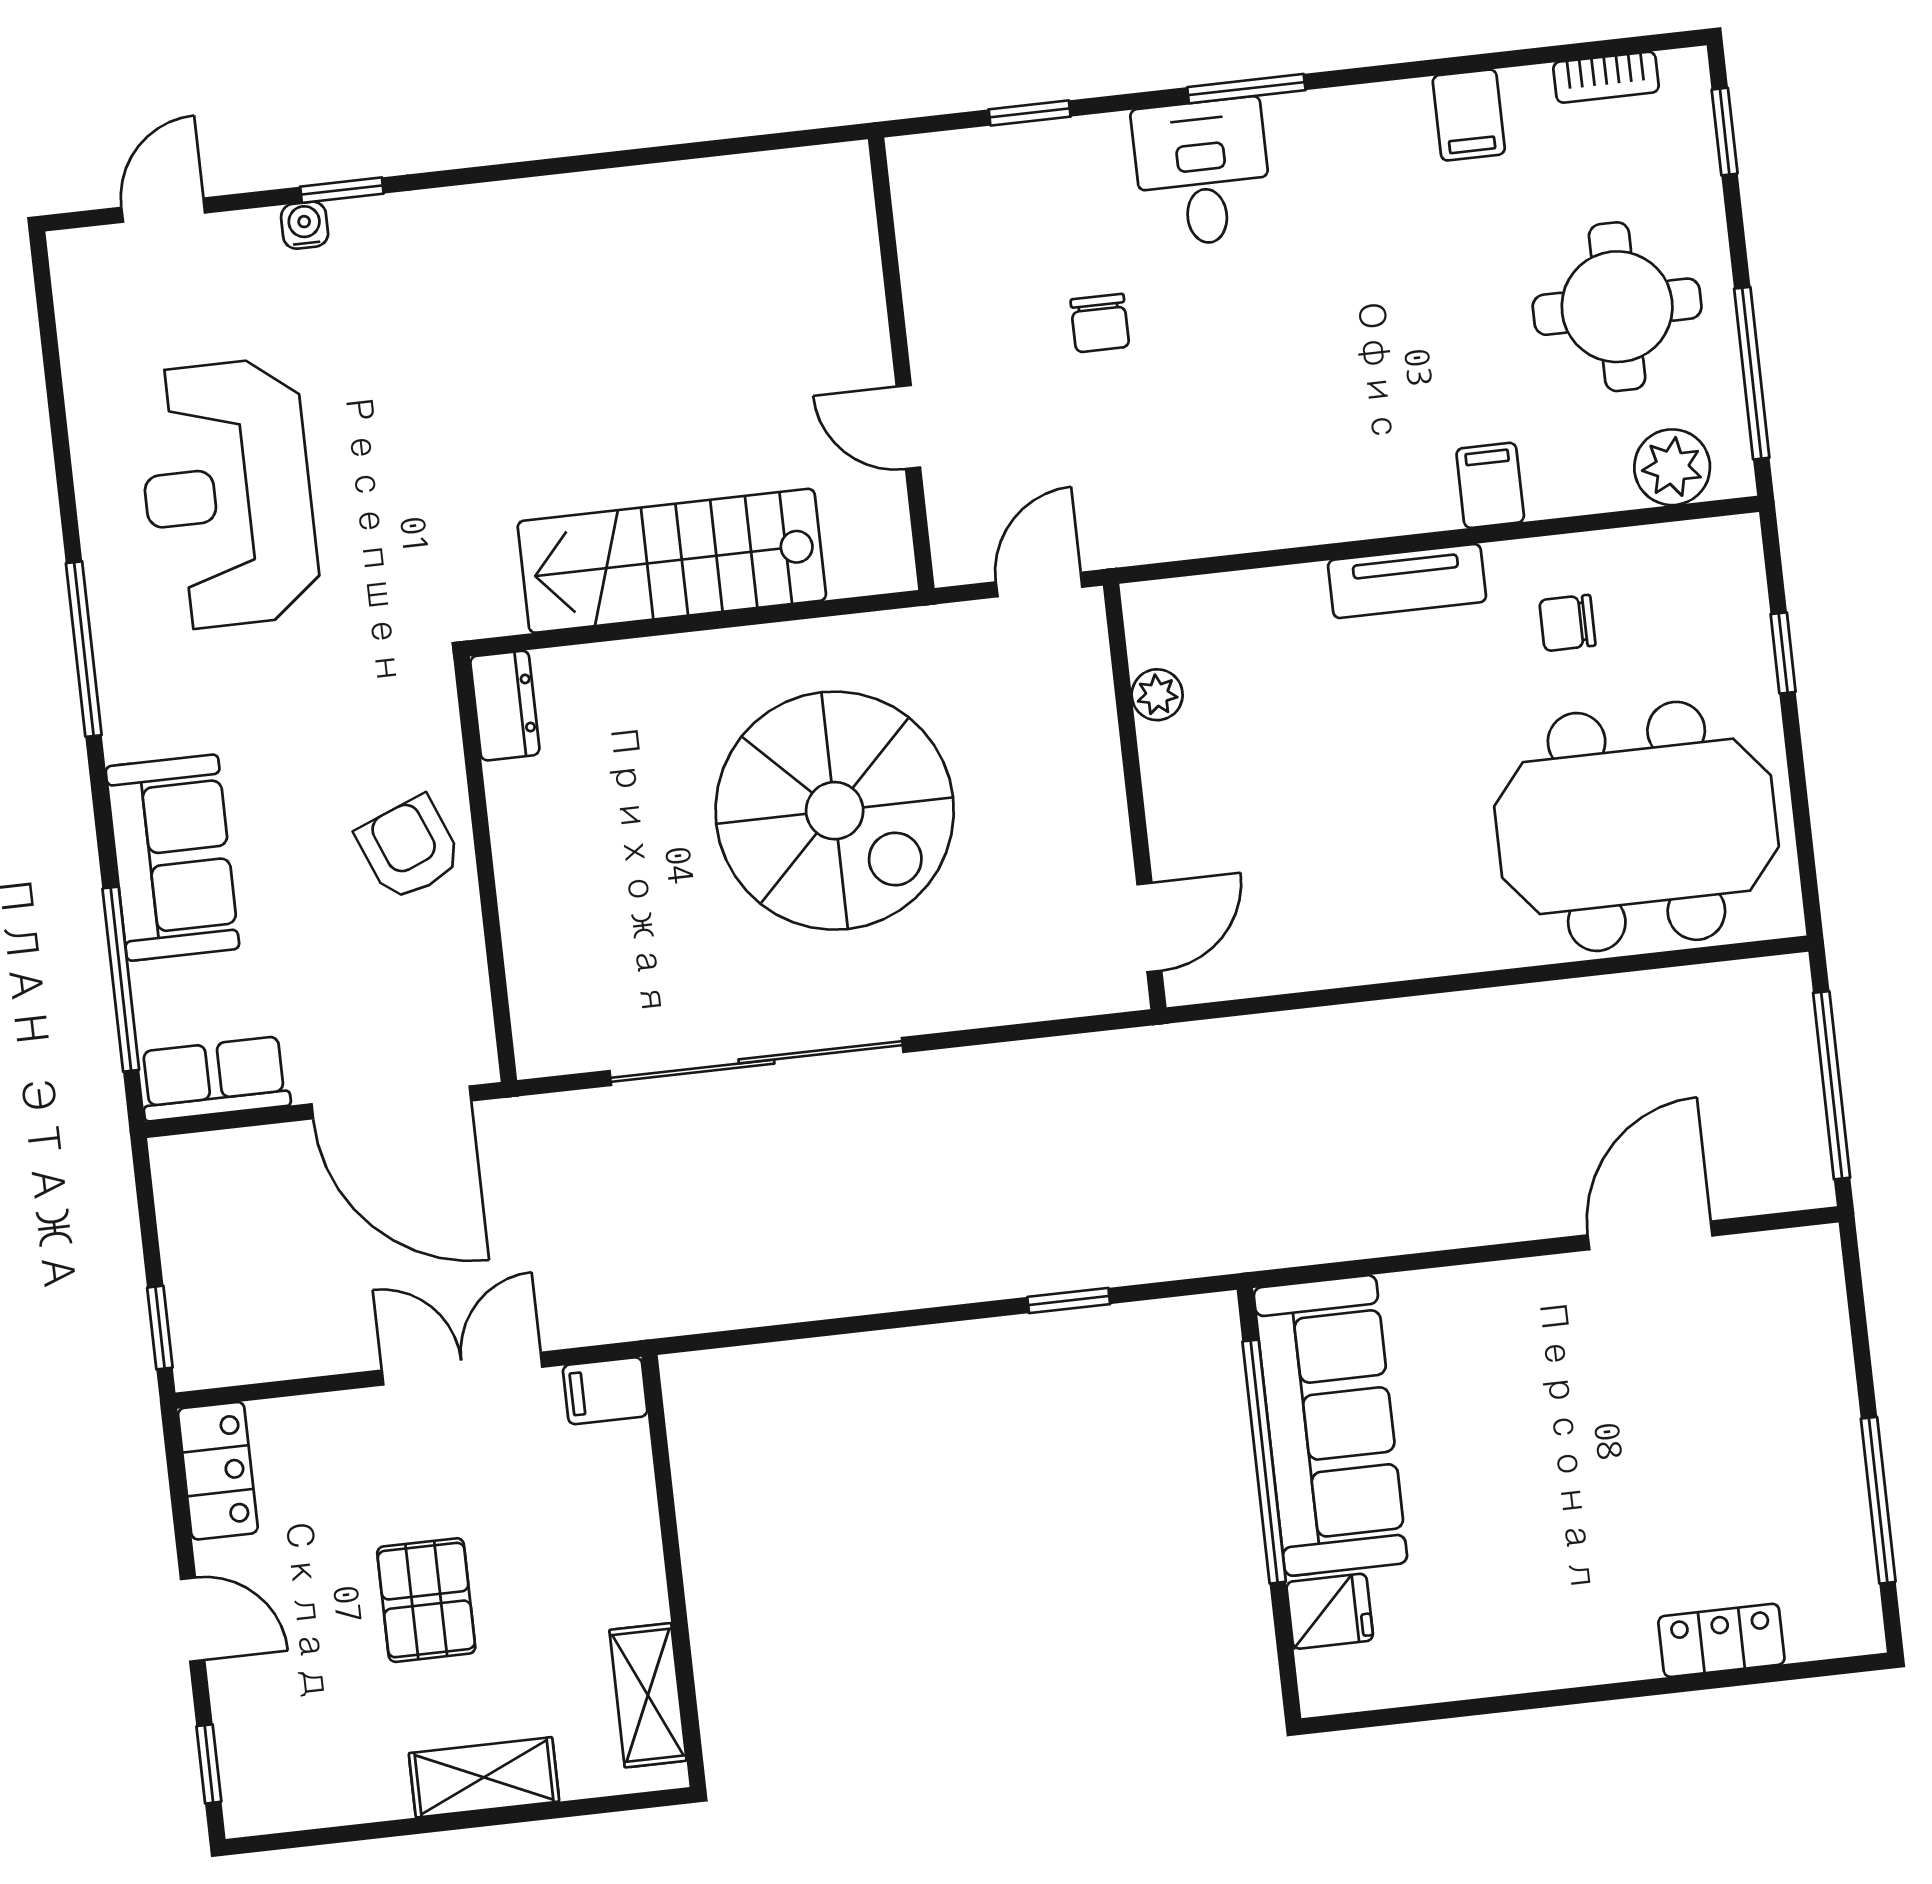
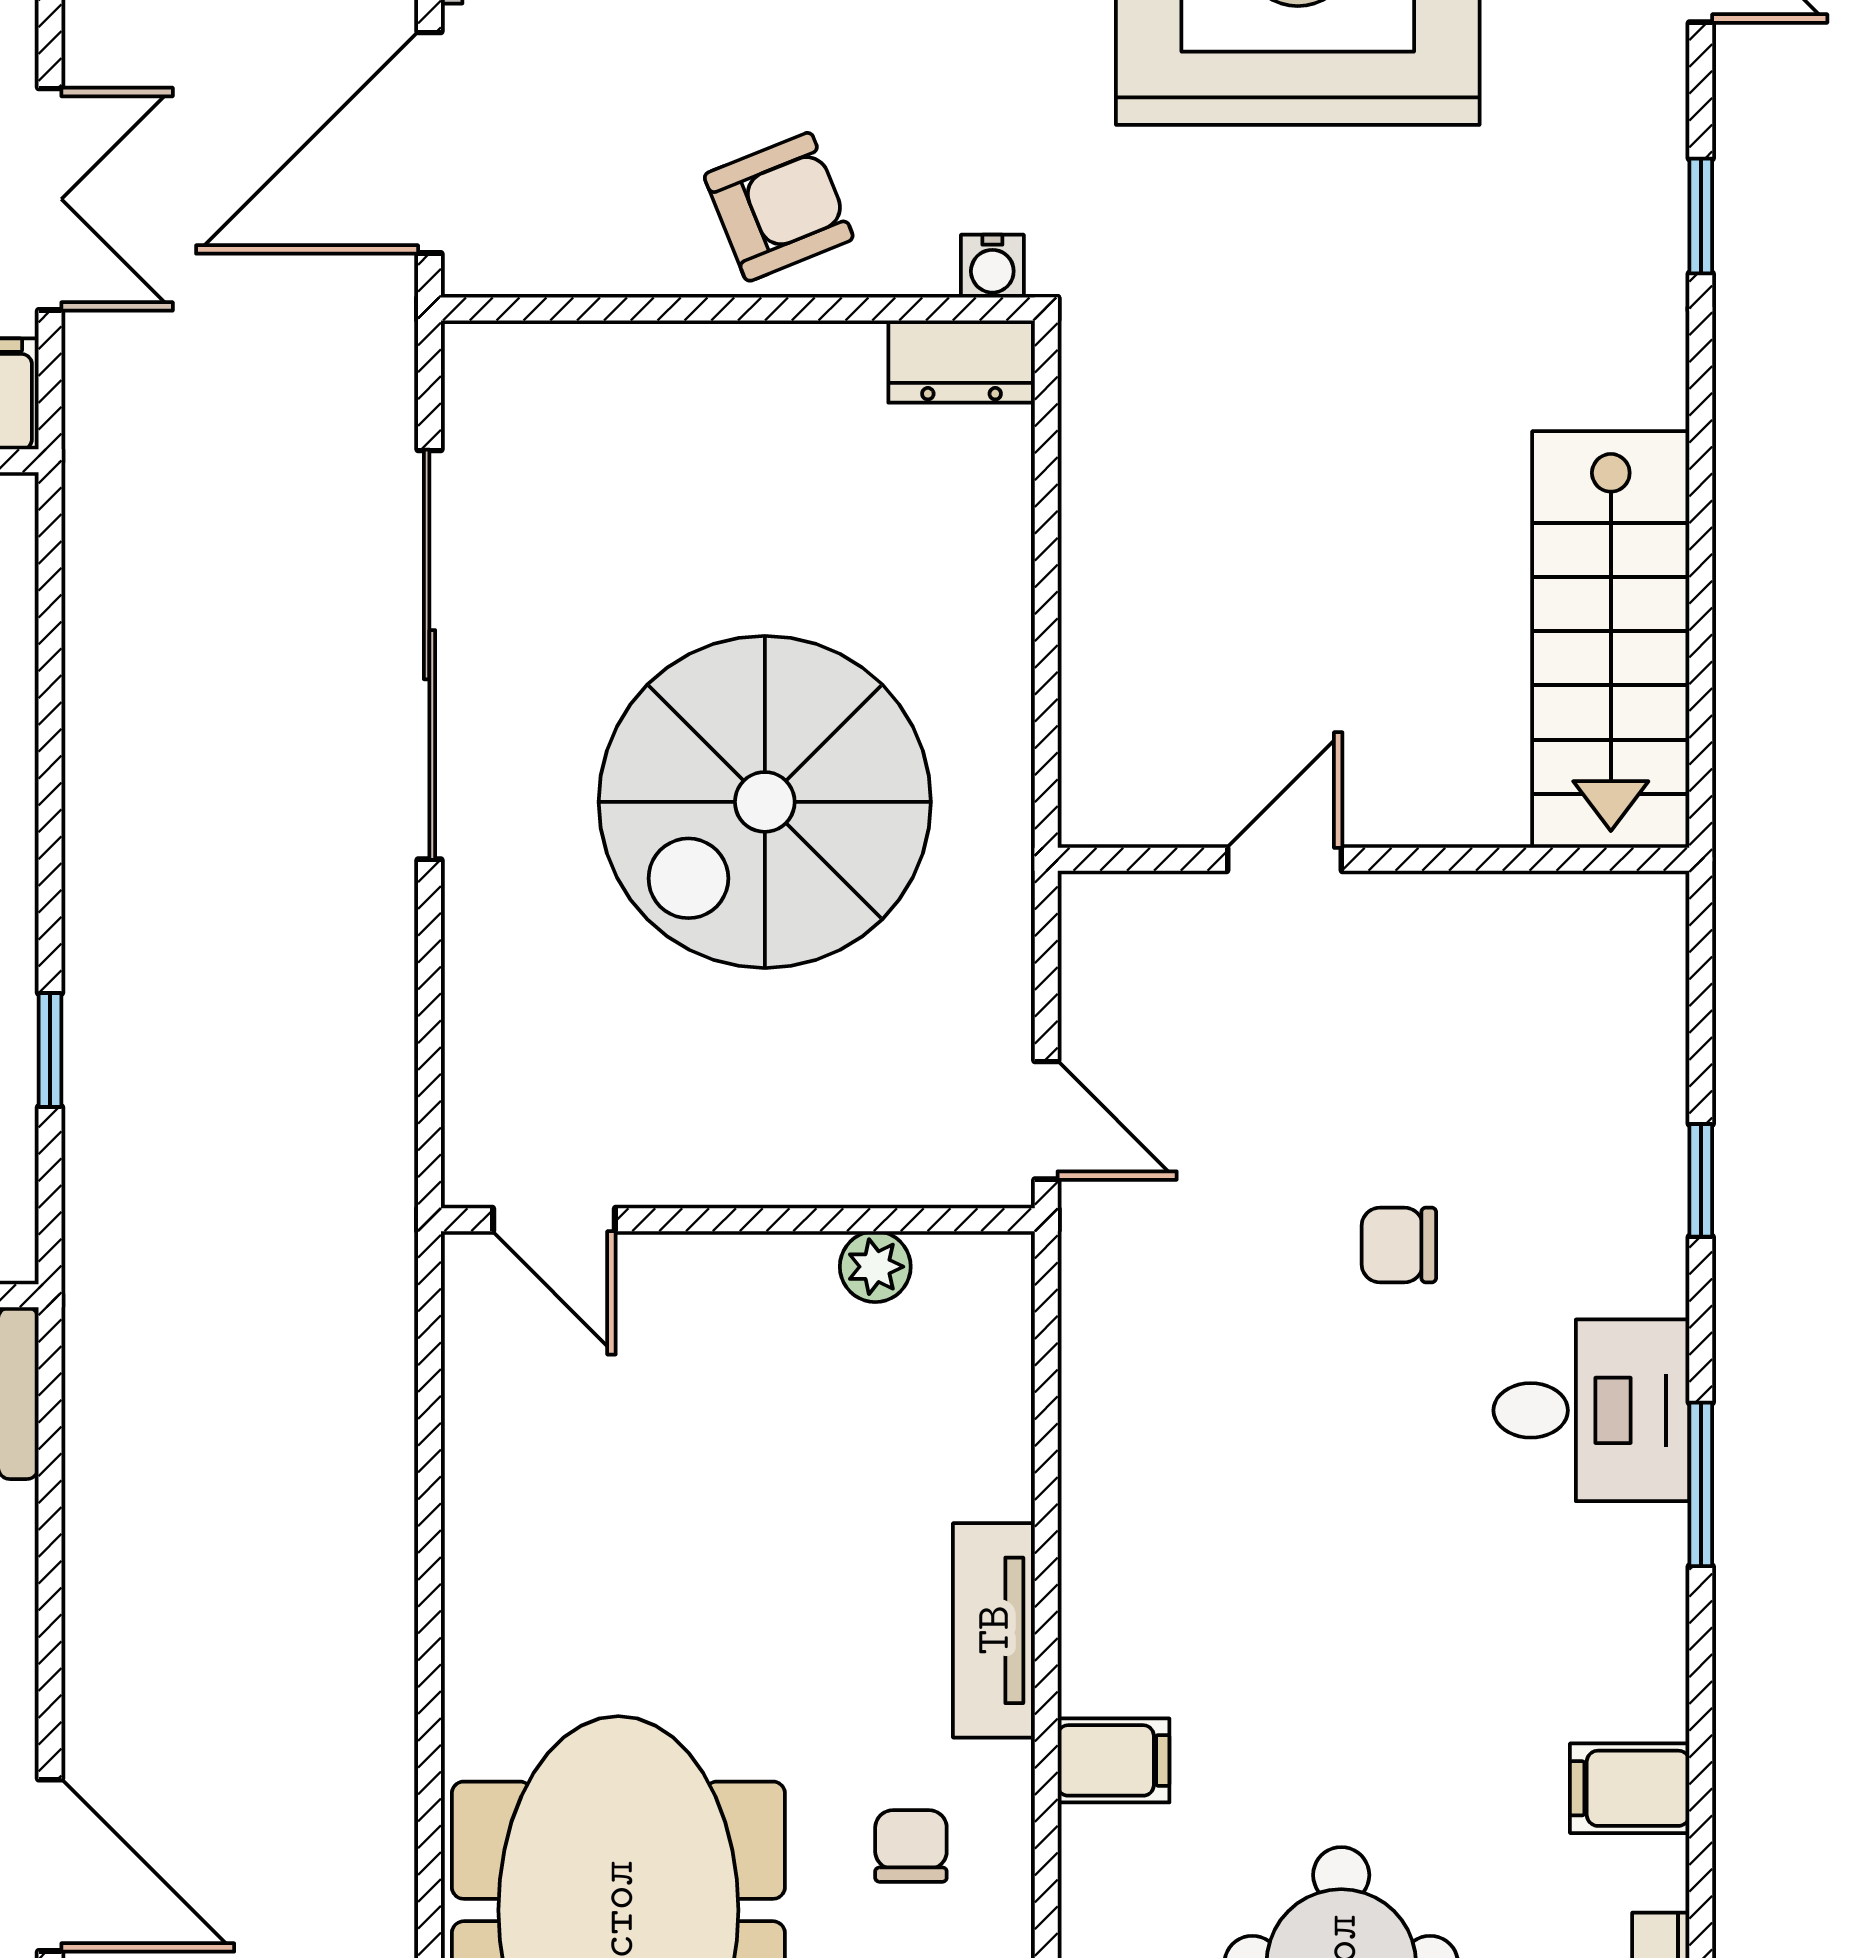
water cooler: (305, 225) -> (992, 266), moved, turned 90
wall: (901, 364) -> (1373, 859), moved
door: (908, 427) -> (1285, 859), moved
stairs: (672, 561) -> (1611, 640), moved, turned 180

